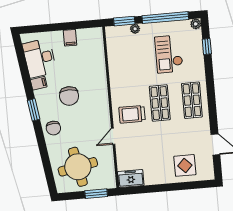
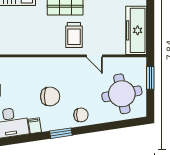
freezer: (131, 179) -> (136, 30), width x1.91, depth x1.26

